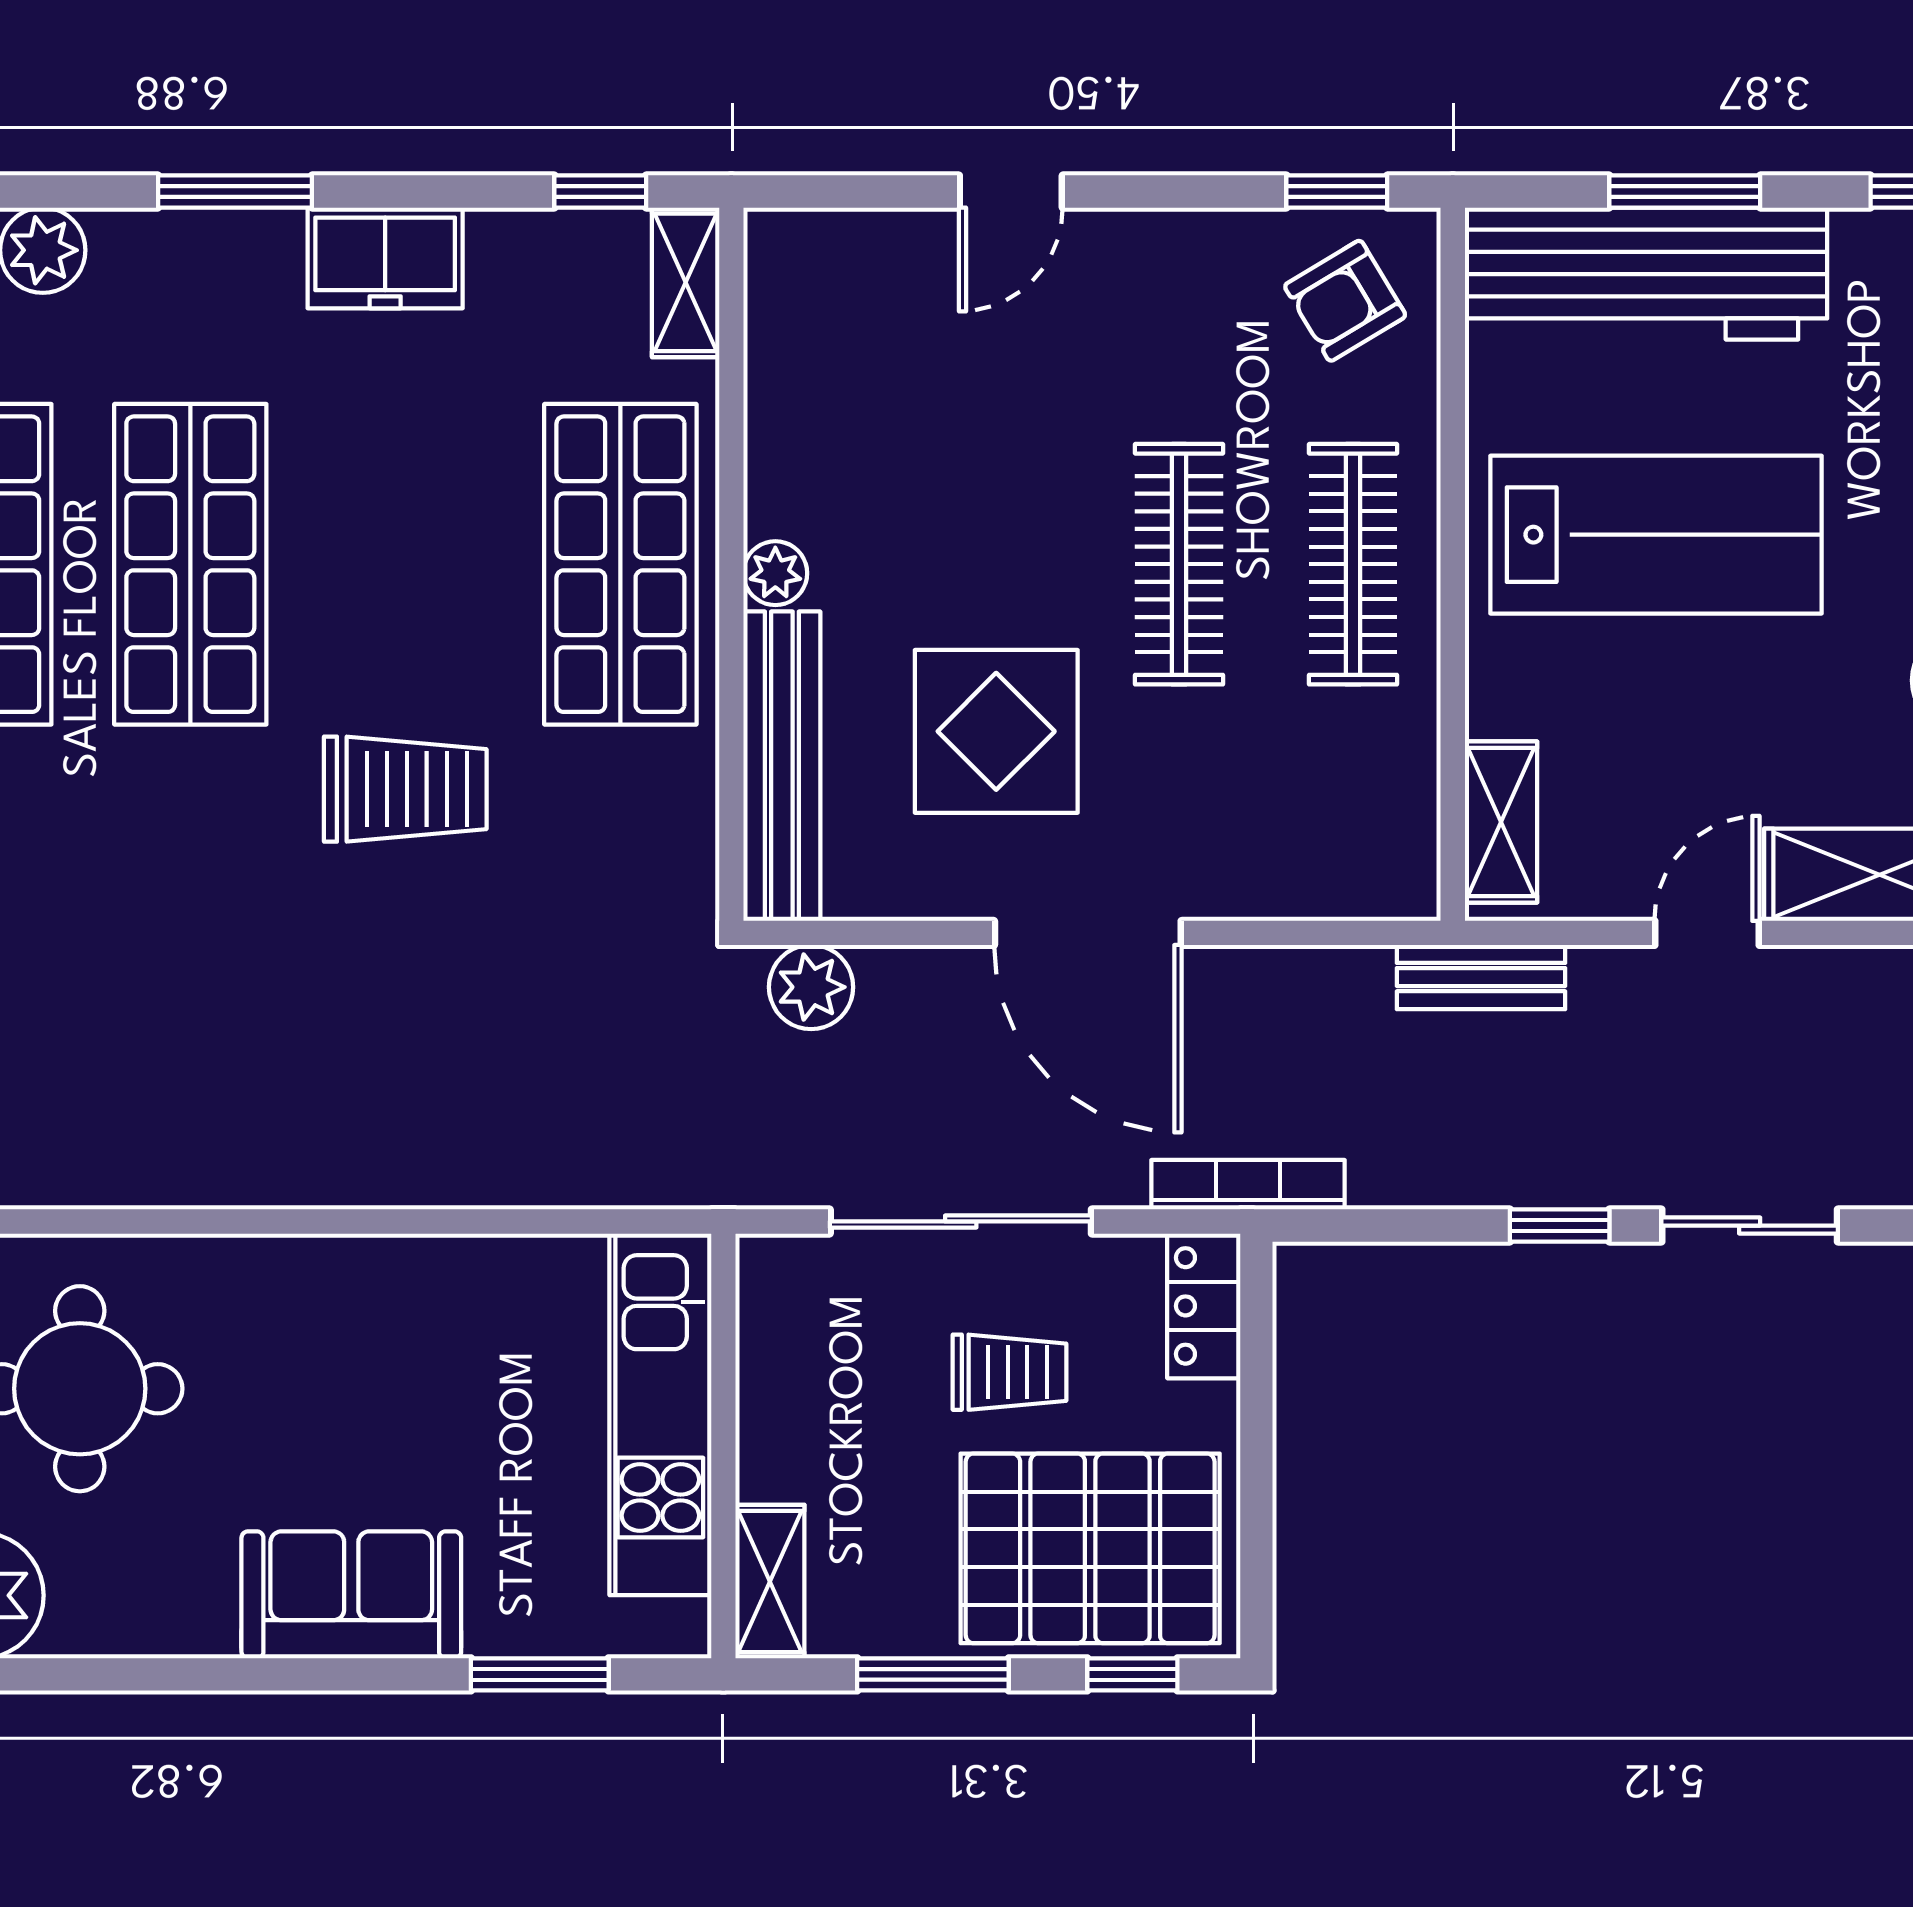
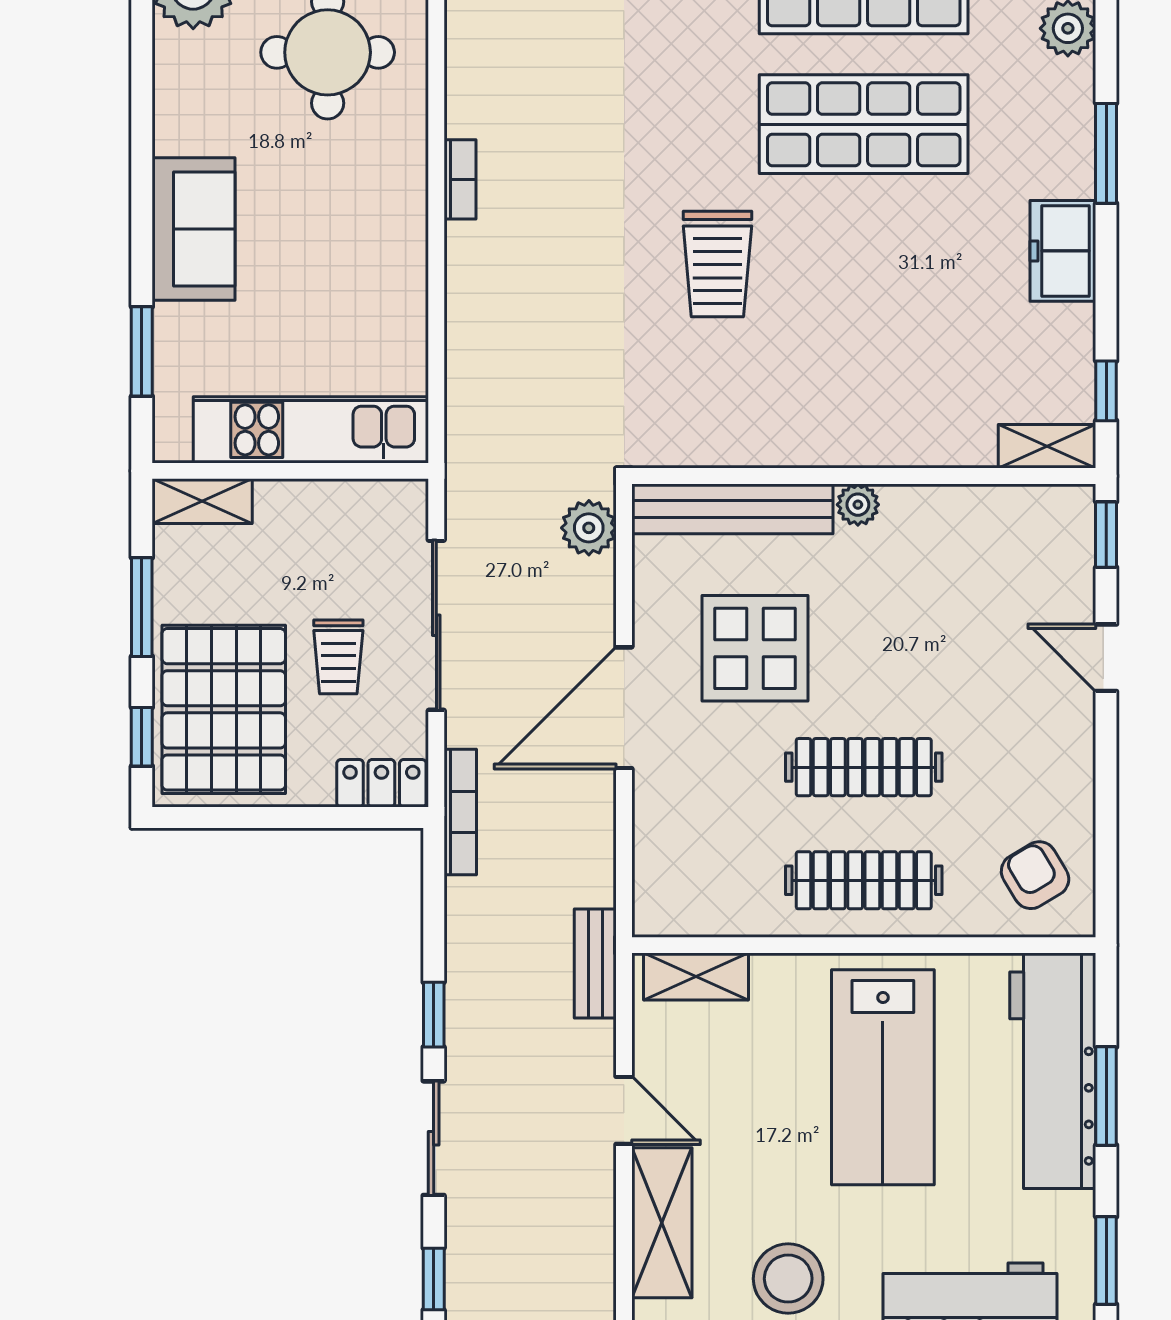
window: (1337, 191) -> (1106, 535), moved
shop shelf: (620, 564) -> (864, 404), removed
bookcase: (275, 1185) -> (460, 179), added

